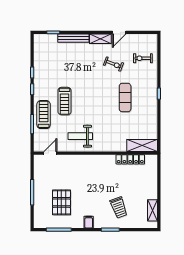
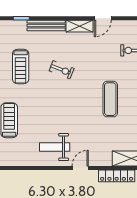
exercise bike: (114, 64) -> (62, 70), moved
treadmill: (65, 101) -> (21, 67), moved
door: (50, 153) -> (80, 168), moved

